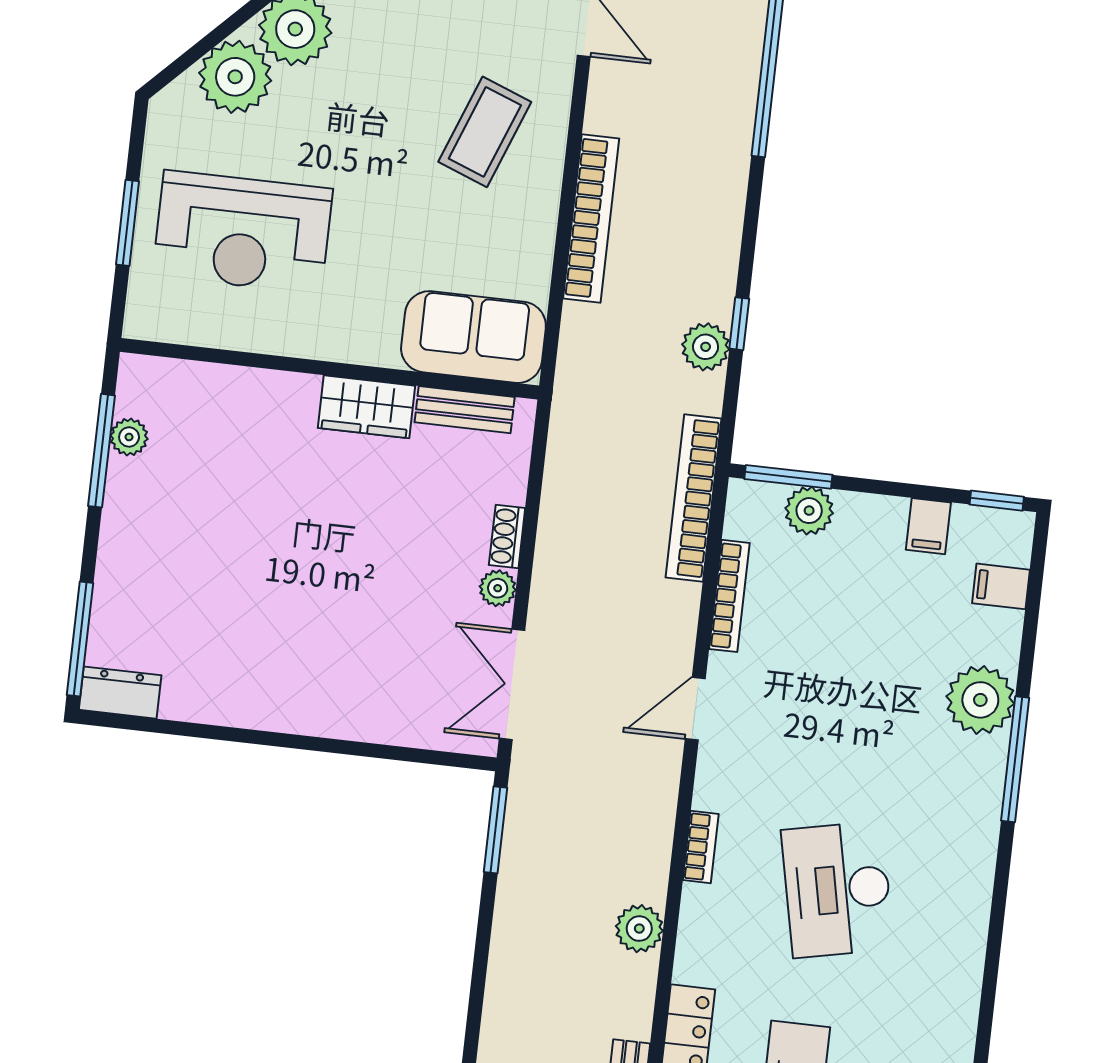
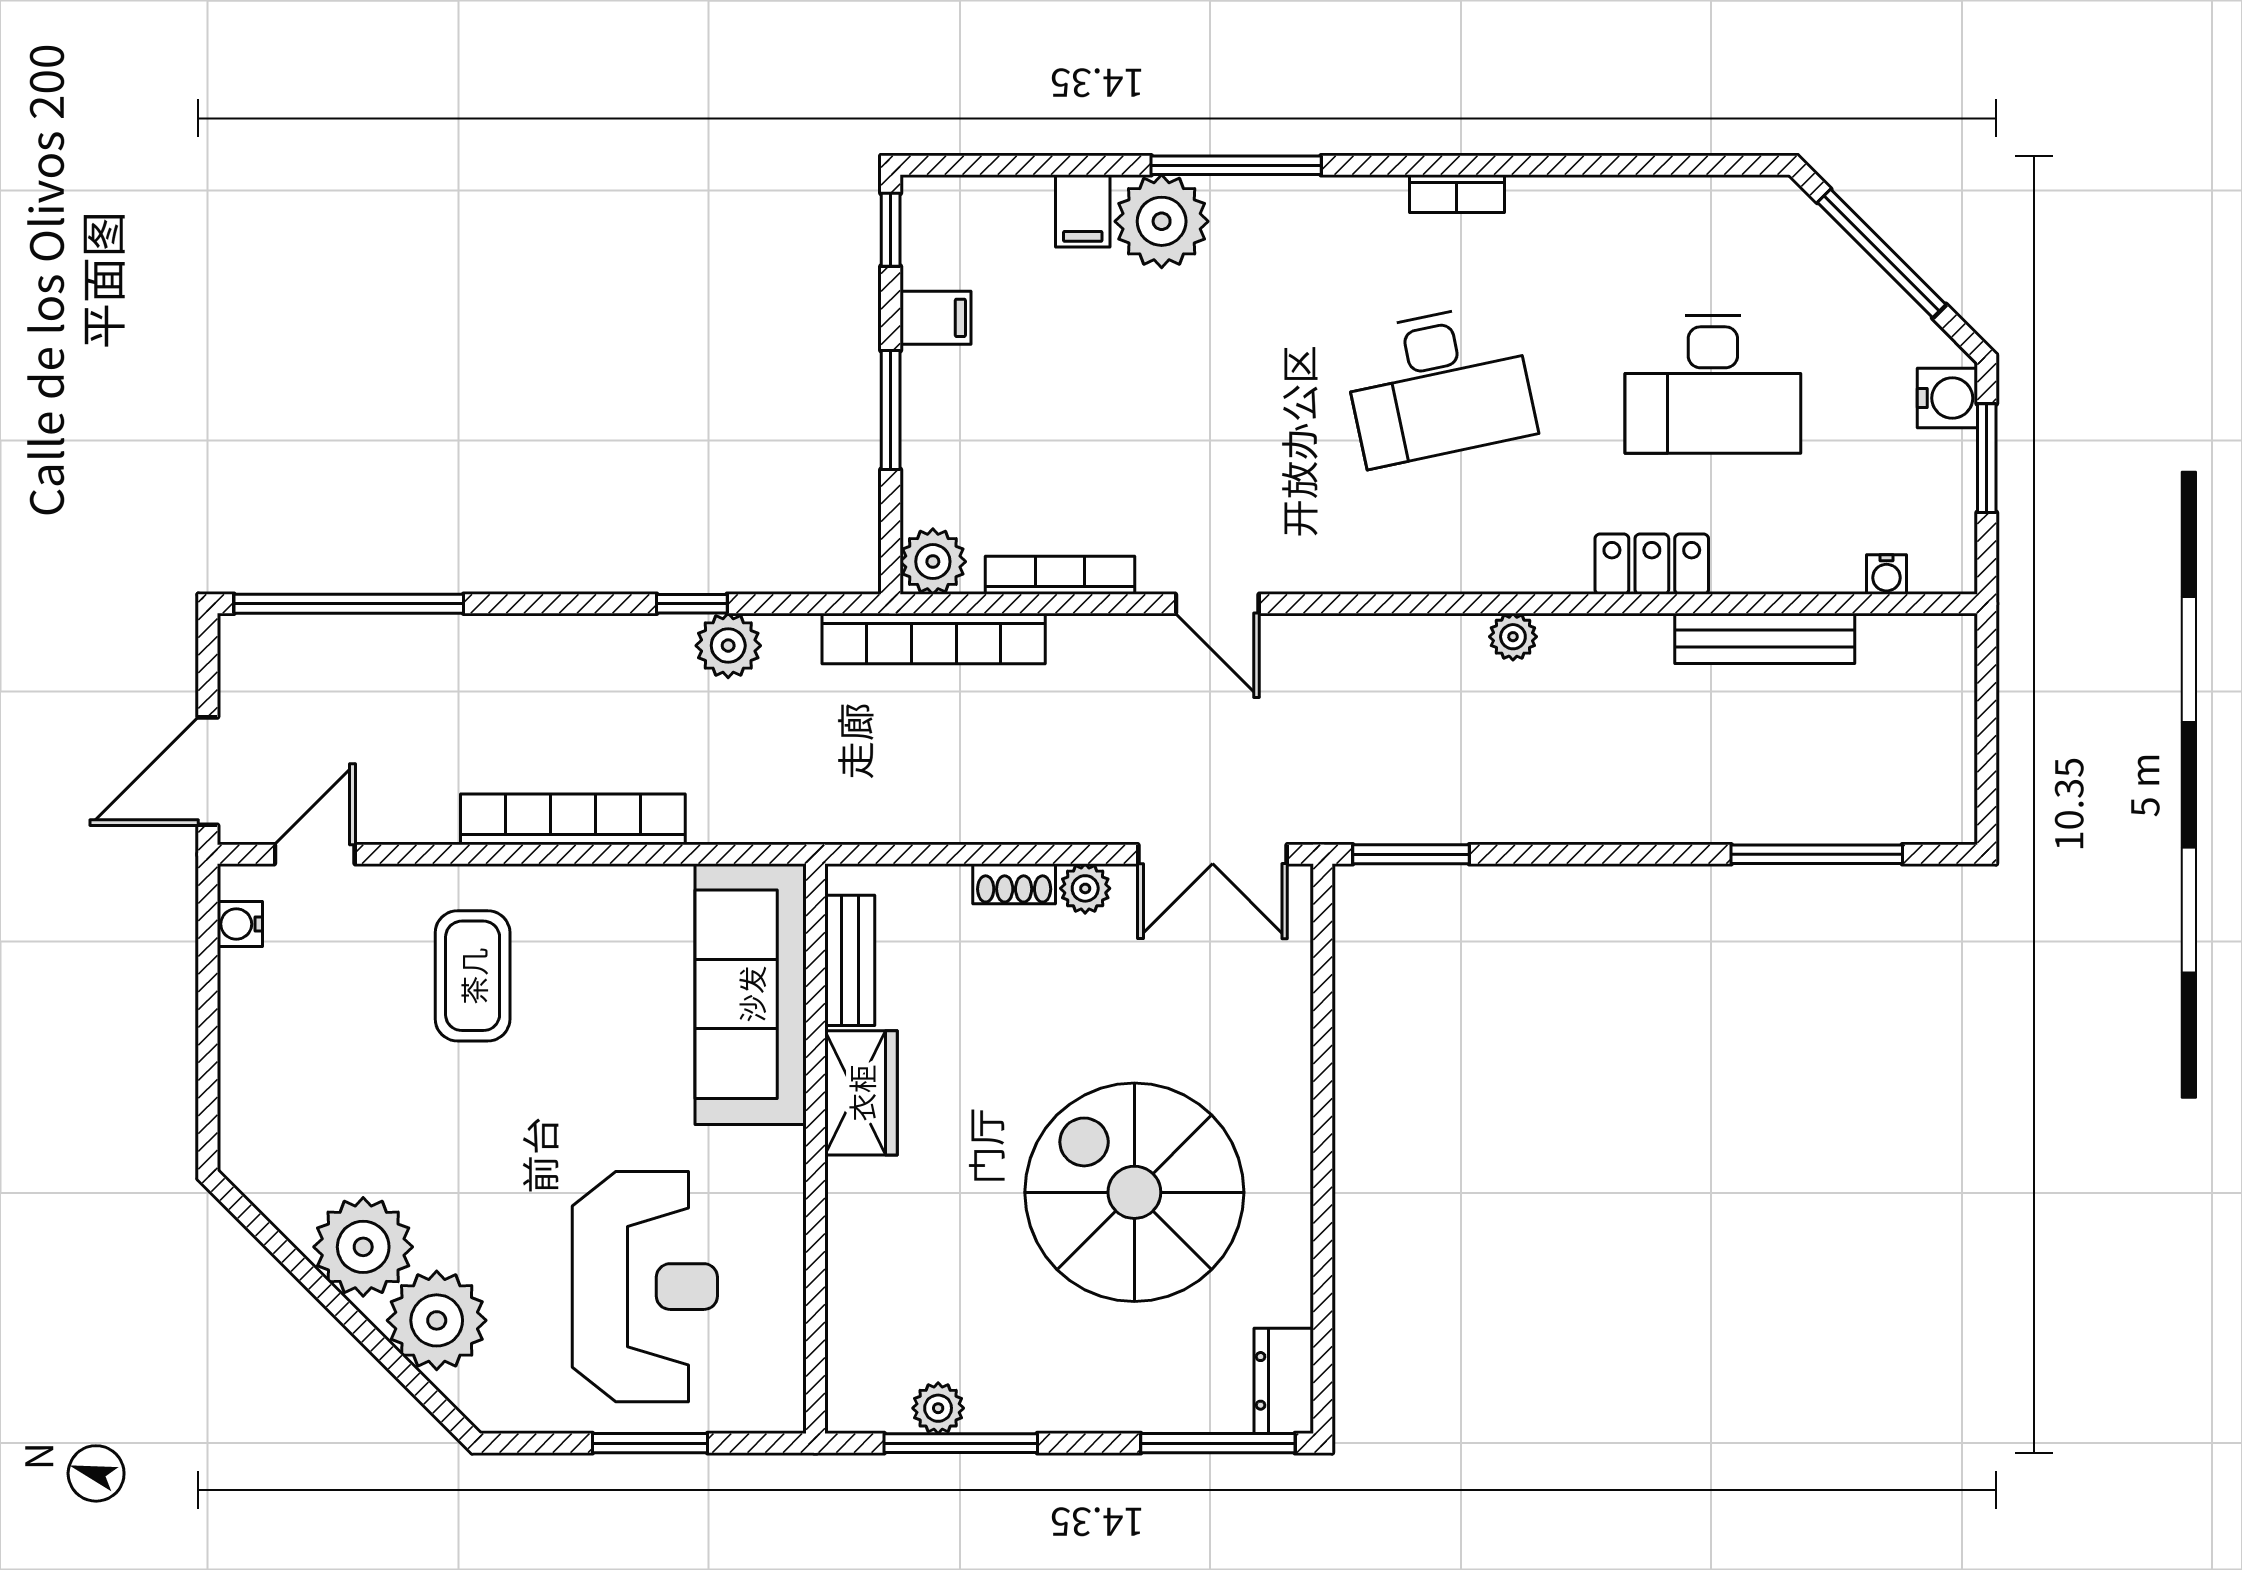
coffee table: (485, 132) -> (473, 976), turned 69
sofa: (473, 337) -> (751, 994), width x1.36
window: (788, 477) -> (891, 410), moved
plant: (809, 511) -> (933, 562), moved
filing cabinet: (1001, 586) -> (1083, 211), moved
spiral stairs: (271, 599) -> (1134, 1192), added
bookcase: (701, 847) -> (1457, 194), moved, turned 180
plant: (639, 929) -> (1513, 637), width x0.73, depth x0.73

